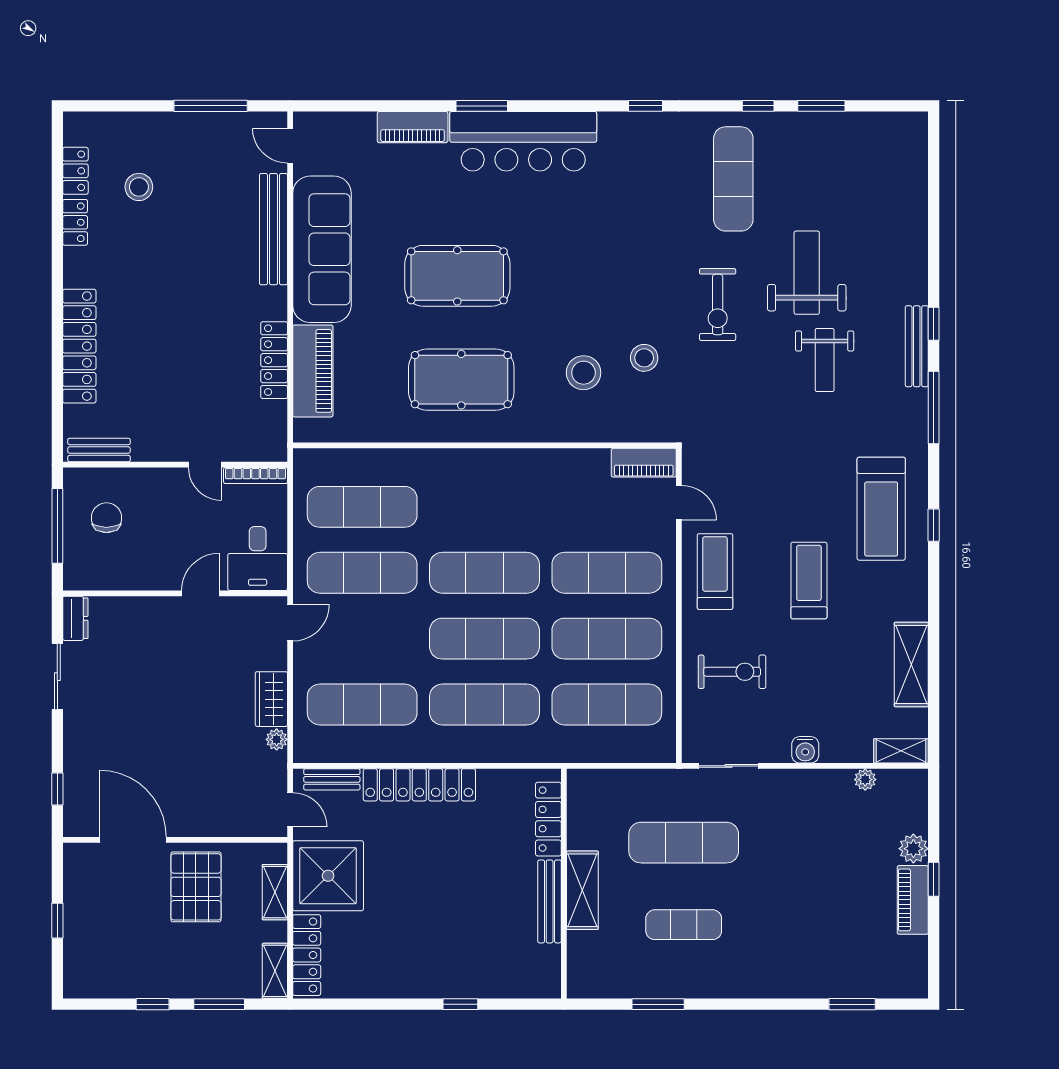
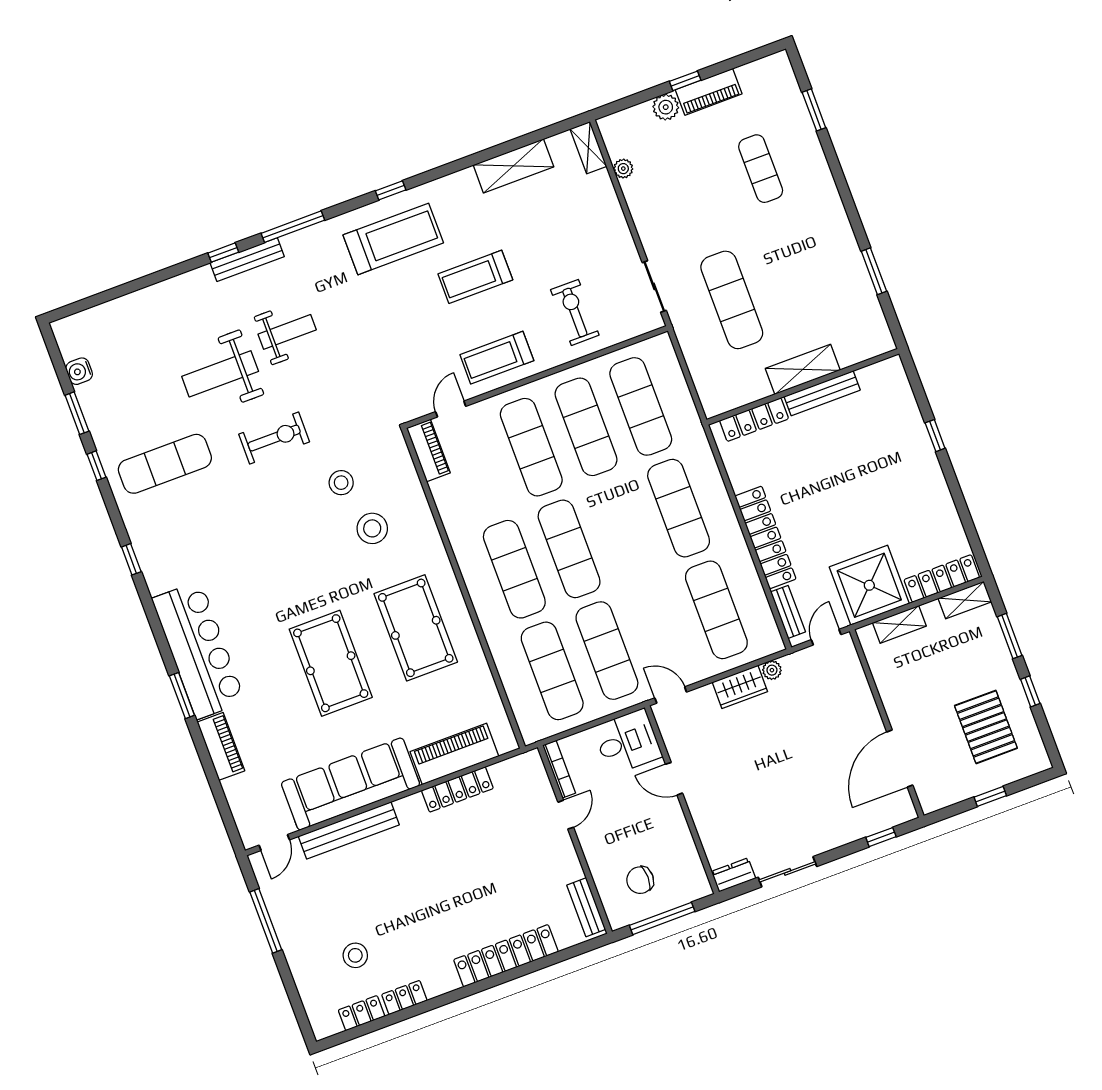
exercise mat: (485, 639) -> (514, 569), moved
water cooler: (805, 750) -> (79, 371), moved, turned 180
pallet: (196, 887) -> (986, 727), moved, turned 90
exercise mat: (684, 925) -> (761, 169), moved

